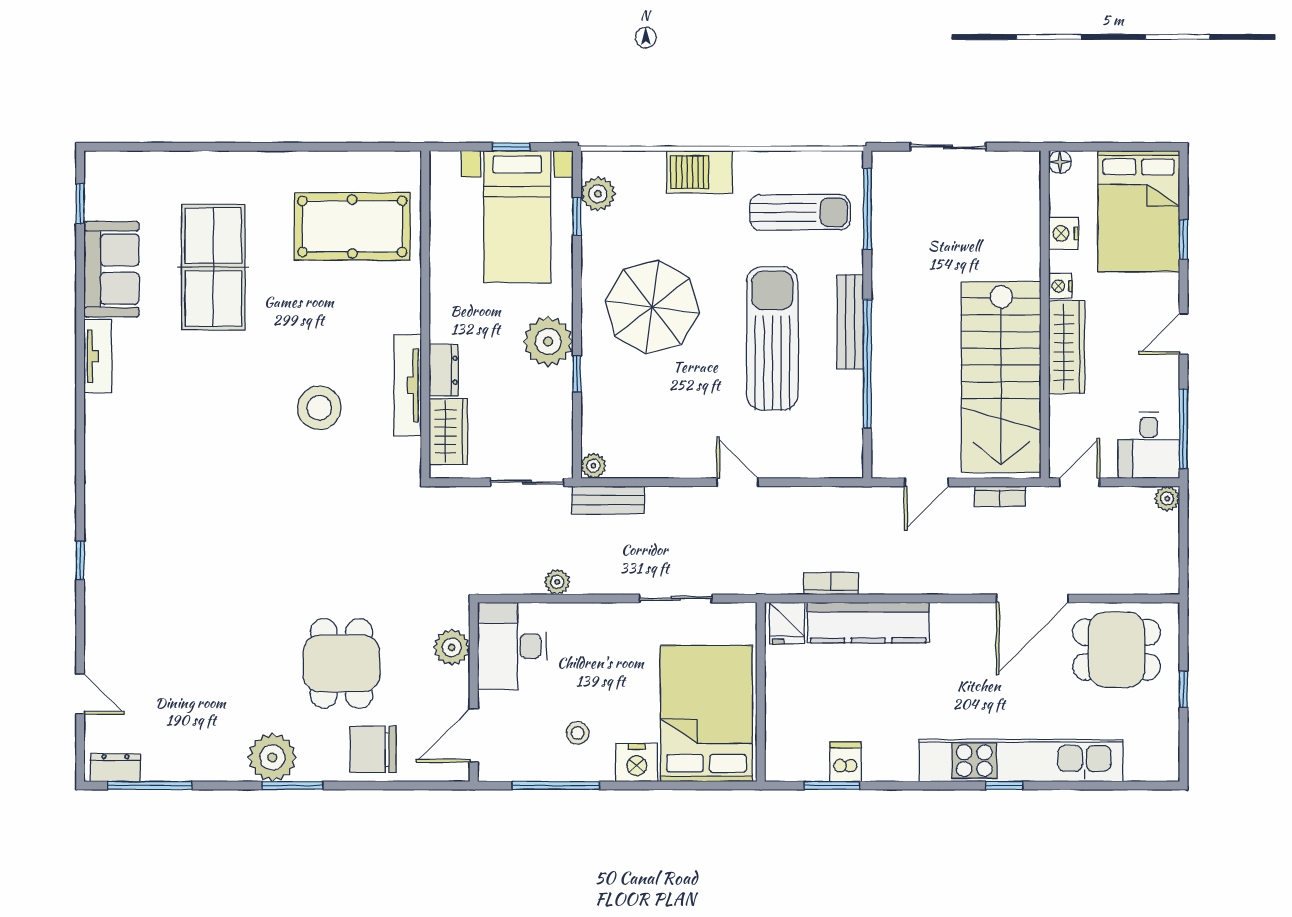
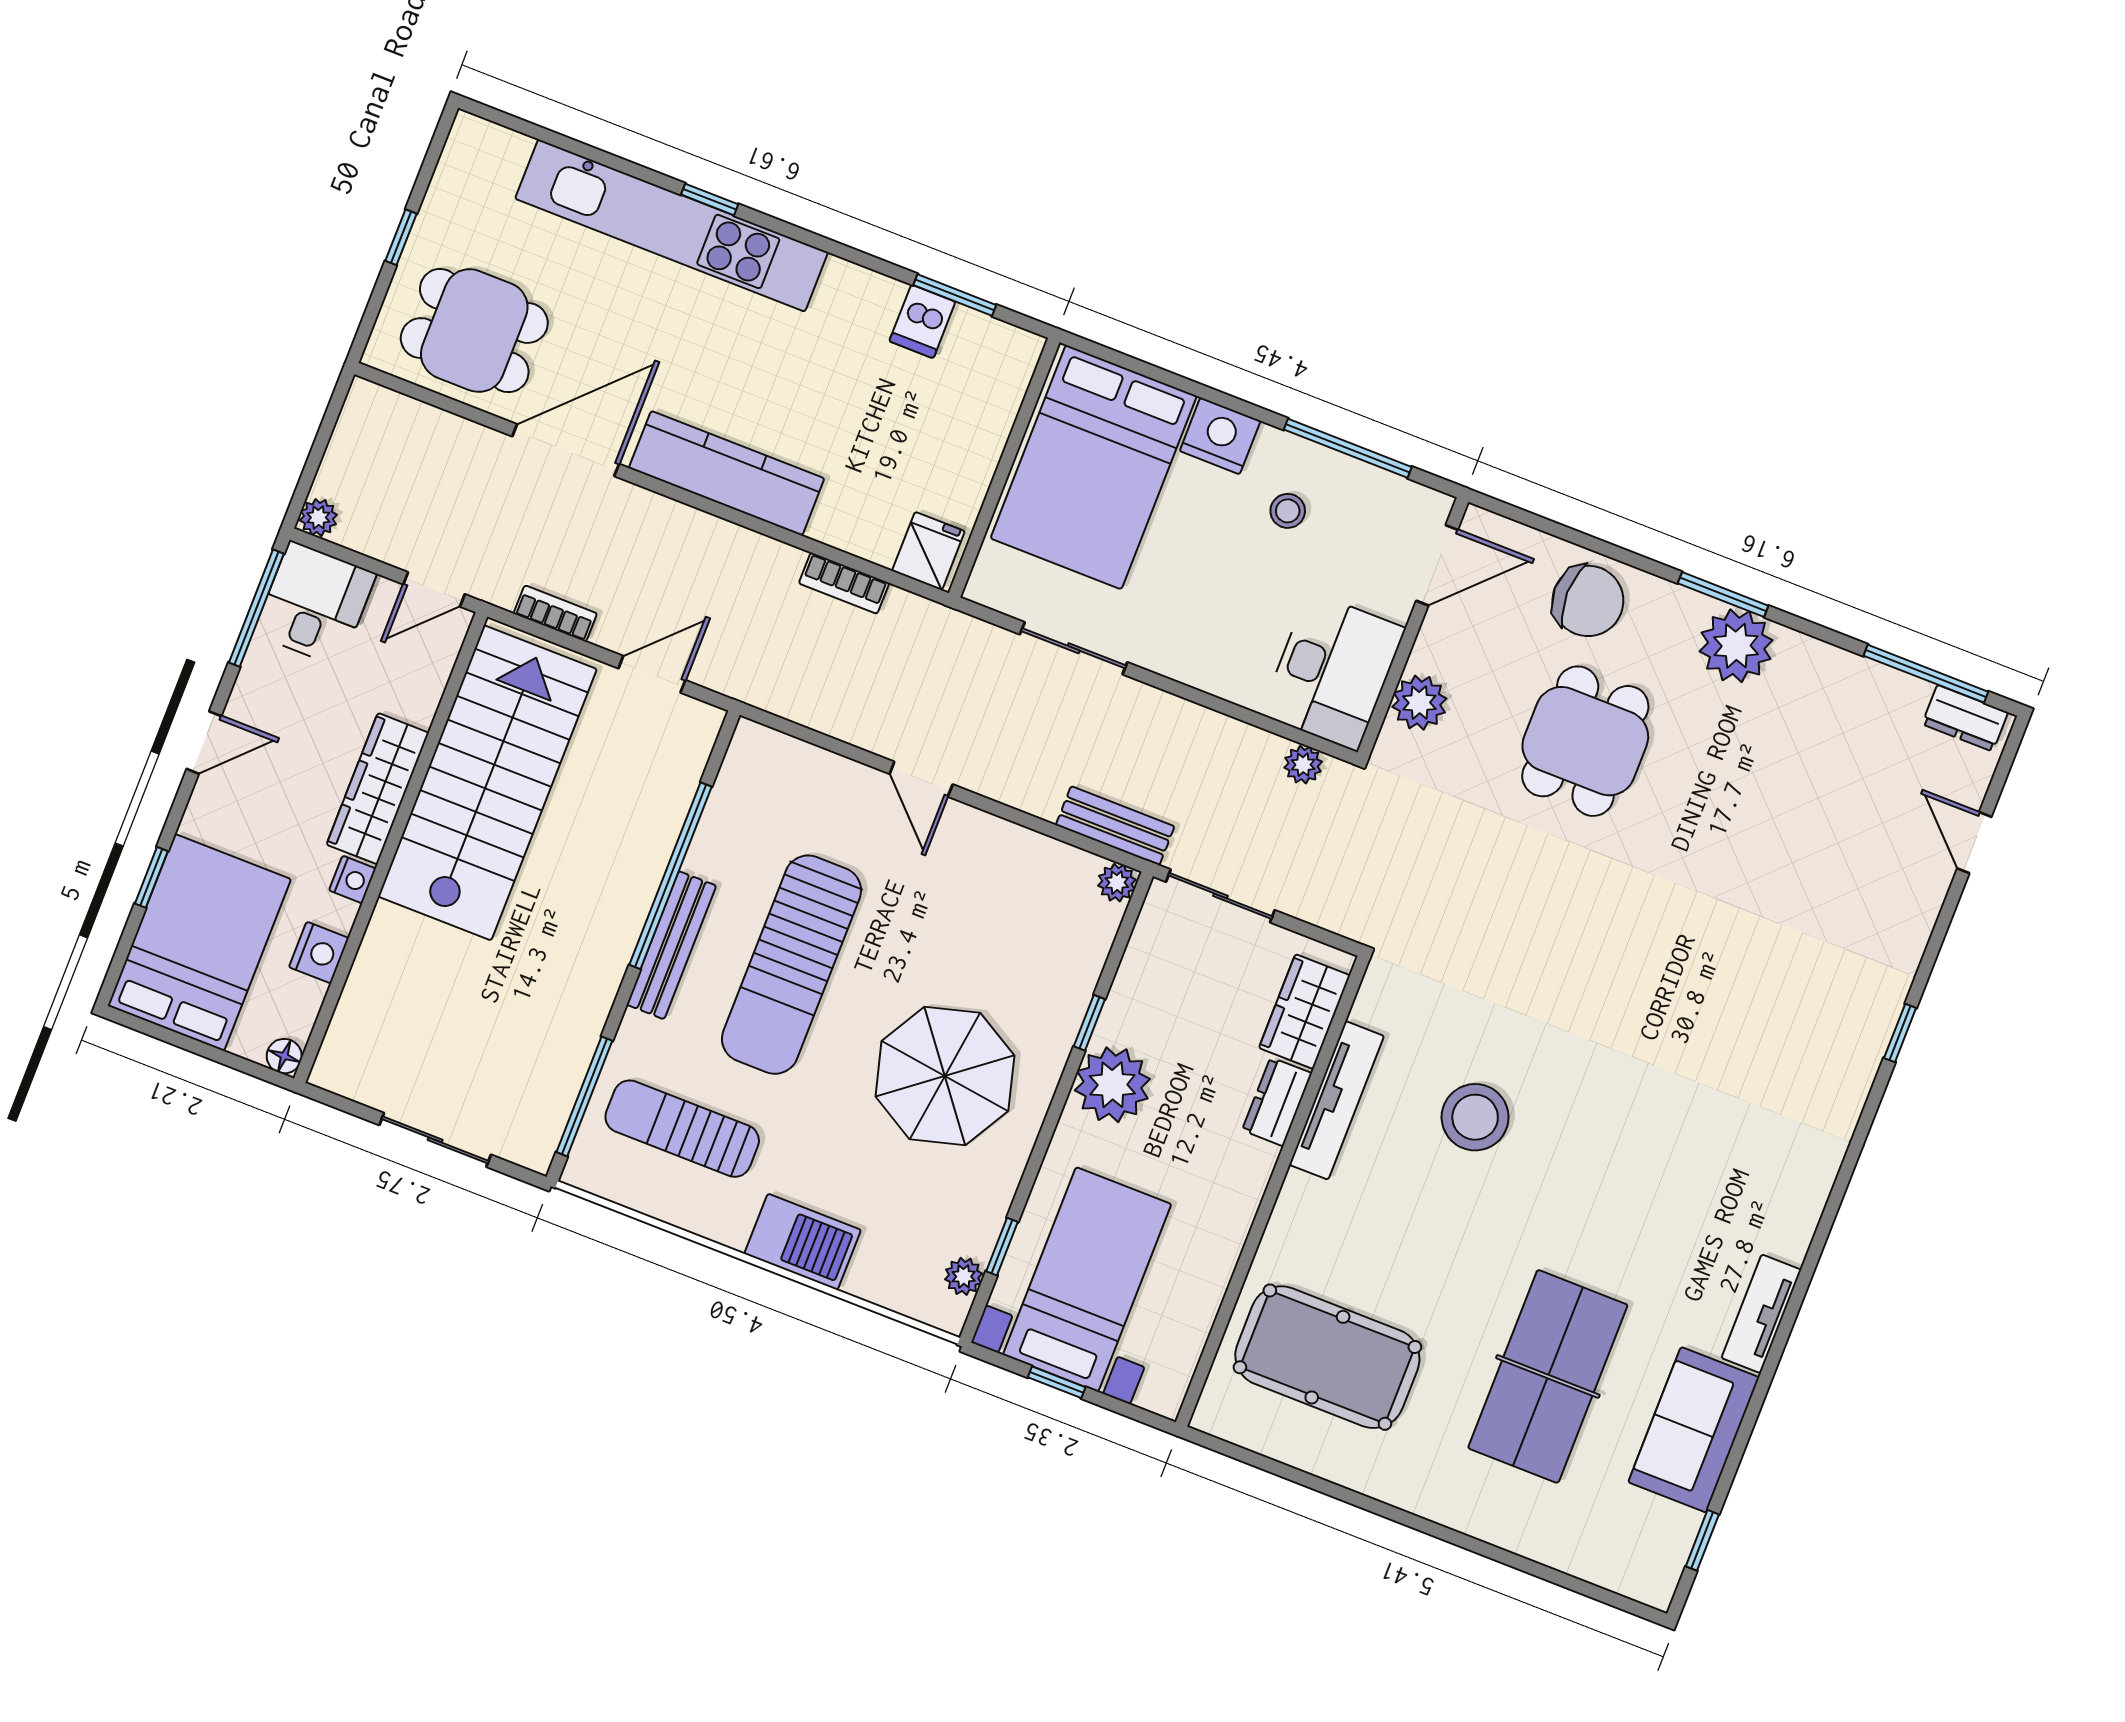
plant: (598, 194) -> (964, 1276), width x0.73, depth x0.73
plant: (557, 582) -> (1303, 765), moved
kitchen counter: (868, 623) -> (727, 473), moved

